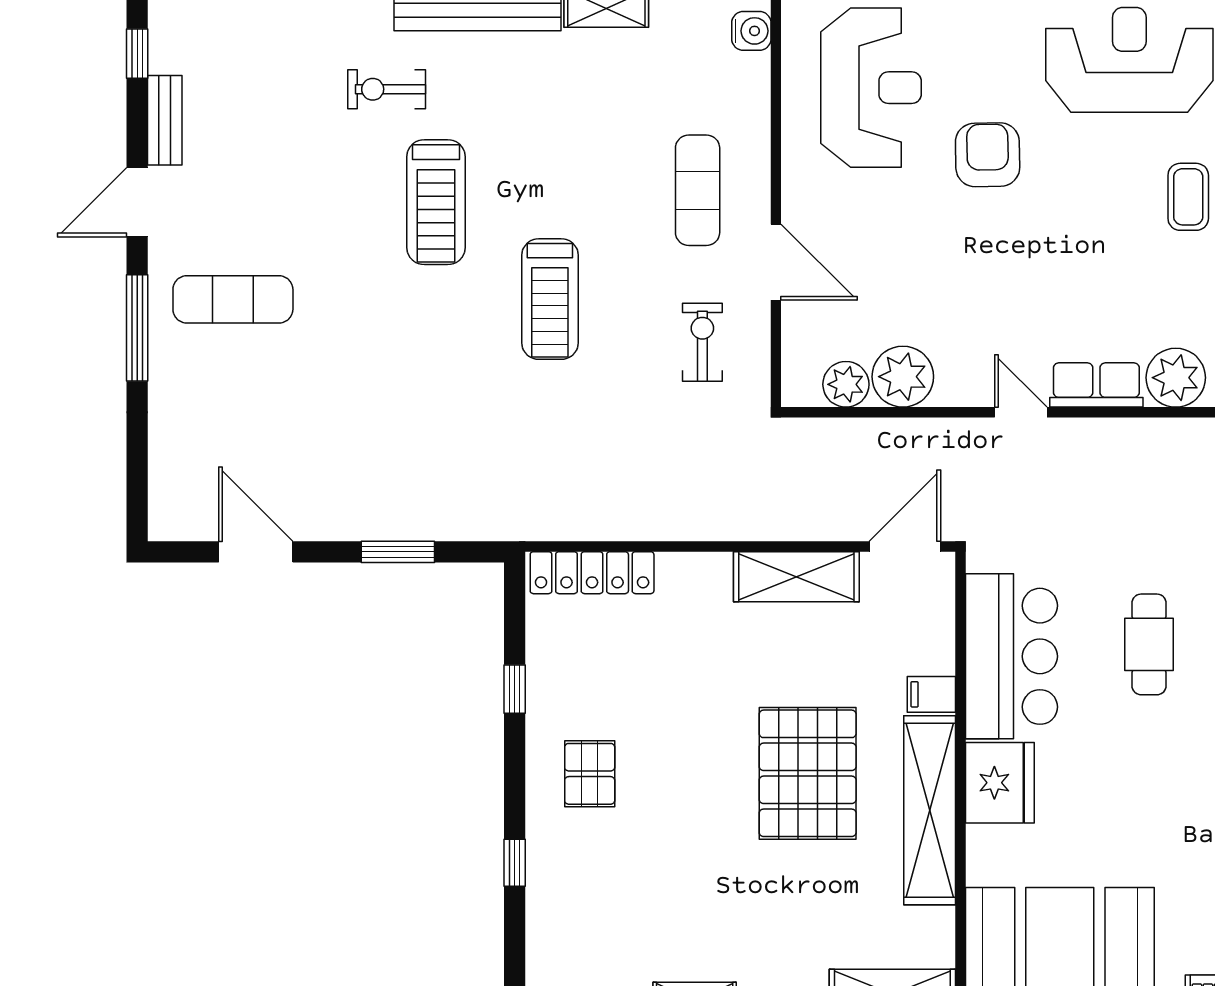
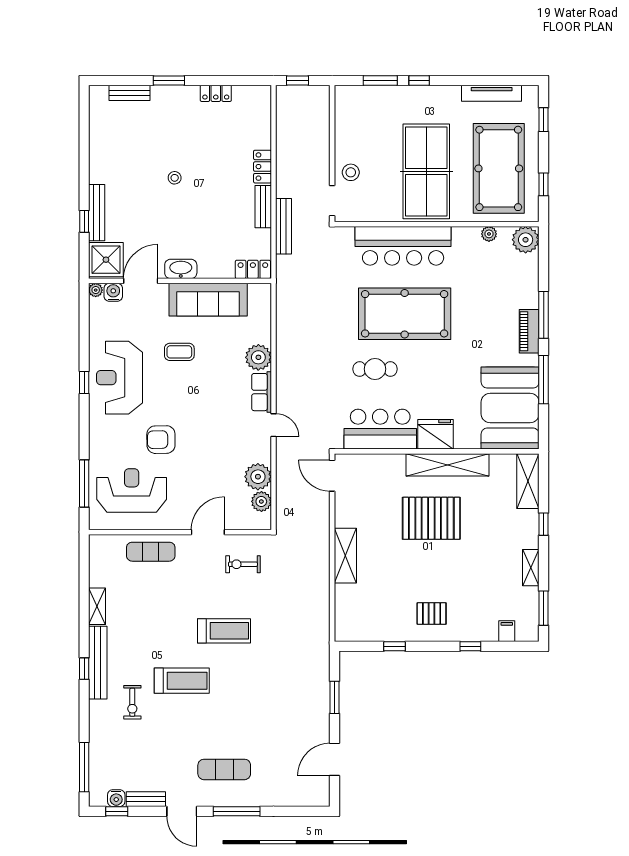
water cooler: (751, 31) -> (116, 798), moved, turned 180
exercise mat: (698, 190) -> (151, 552), moved
exercise mat: (233, 299) -> (224, 769), turned 90
door: (1021, 412) -> (274, 425), swing flipped
locker: (592, 573) -> (344, 612), removed
shelving: (796, 577) -> (345, 556), moved
filing cabinet: (931, 694) -> (507, 631), moved, turned 180

